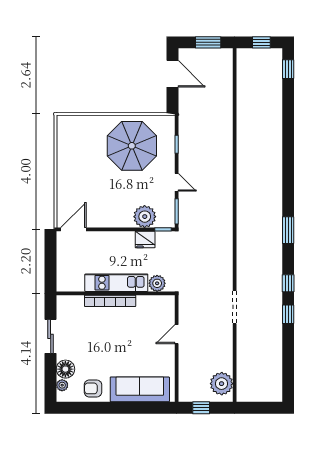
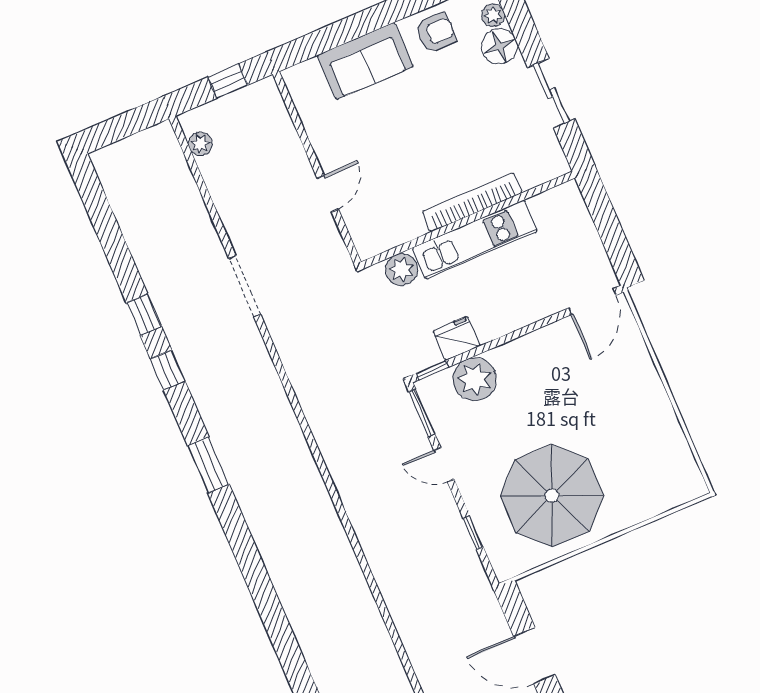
plant: (222, 384) -> (200, 144), width x0.53, depth x0.53
sofa: (140, 389) -> (365, 61), width x0.73

